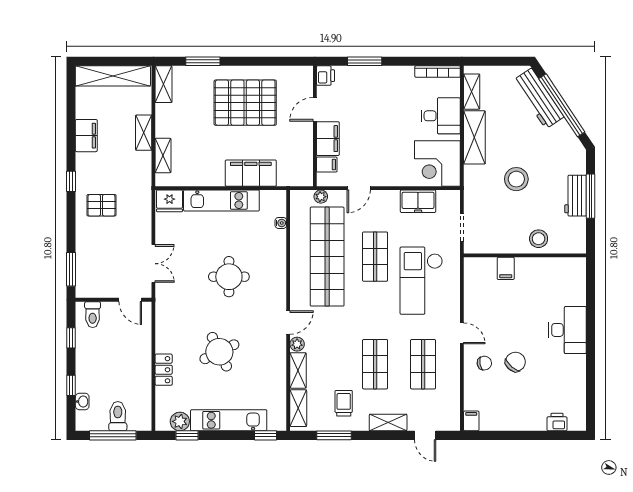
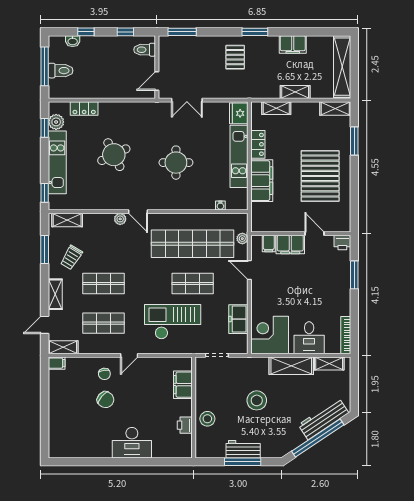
locker: (207, 178) -> (258, 144), added
window: (71, 181) -> (255, 32), width x1.50
filing cabinet: (506, 268) -> (183, 385), width x2.00
locker: (164, 370) -> (84, 109), moved
shelving: (298, 370) -> (63, 347), moved
trolley: (344, 403) -> (71, 258), turned 121
printer: (557, 422) -> (185, 425), moved, turned 180

